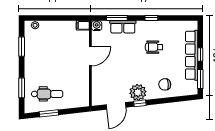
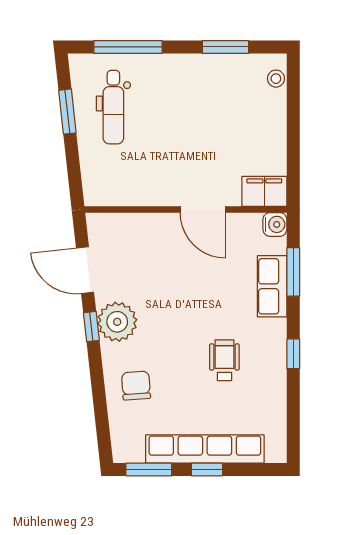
filing cabinet: (83, 25) -> (264, 191), width x2.00
window: (22, 88) -> (128, 47), width x1.44

